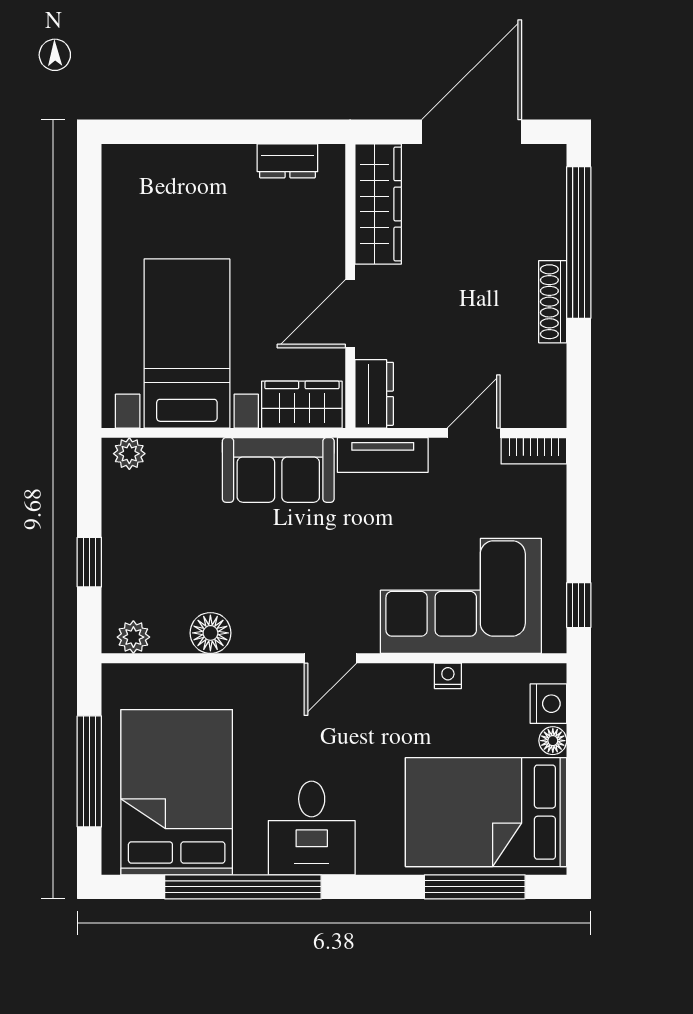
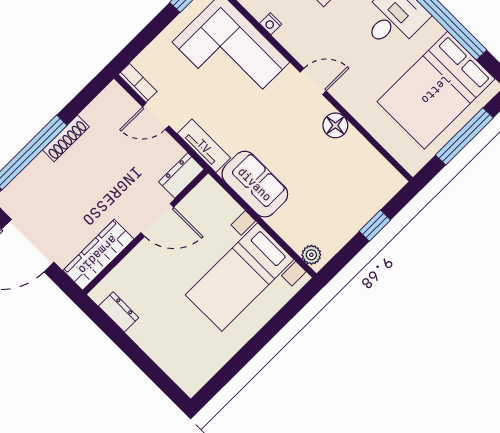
wardrobe: (302, 405) -> (217, 202), removed
floor lamp: (210, 633) -> (335, 125), moved
plant: (133, 637) -> (388, 175), removed

